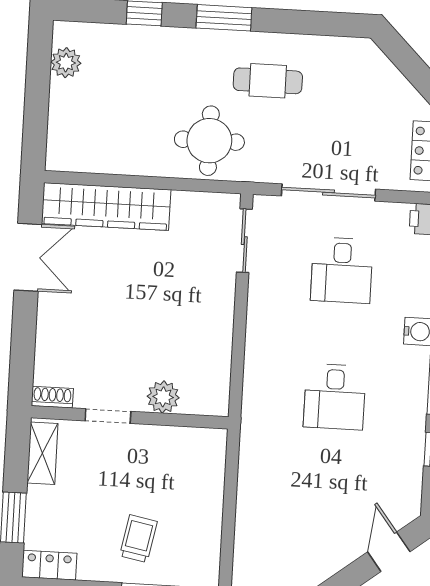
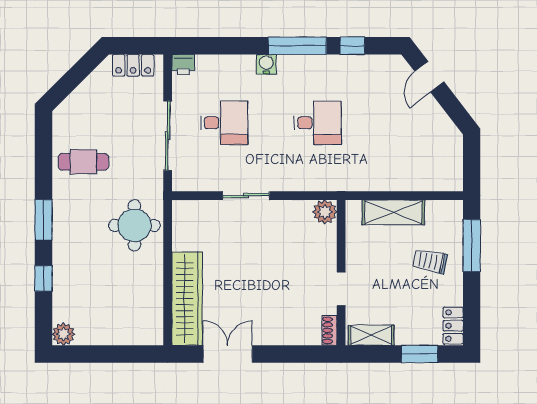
plant: (66, 63) -> (63, 334), moved
cafe table: (268, 81) -> (83, 162), moved, turned 90
sliding door: (244, 241) -> (246, 196), moved
plant: (163, 397) -> (325, 212), moved
shelving: (208, 493) -> (393, 212), added
door: (389, 552) -> (429, 77), hinge flipped

